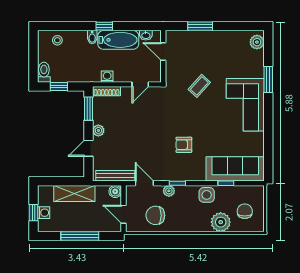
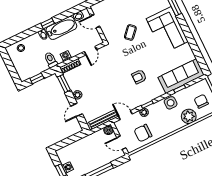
toilet: (44, 72) -> (51, 60), moved
shelving: (74, 193) -> (82, 145), removed

